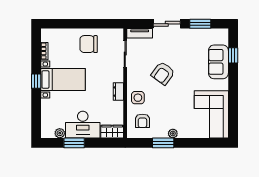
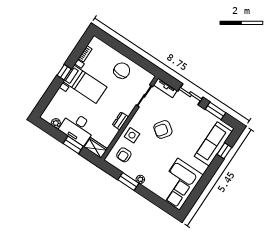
chair: (89, 44) -> (122, 71), turned 90
sofa: (218, 62) -> (213, 144), width x1.36
window: (74, 143) -> (73, 145), moved

